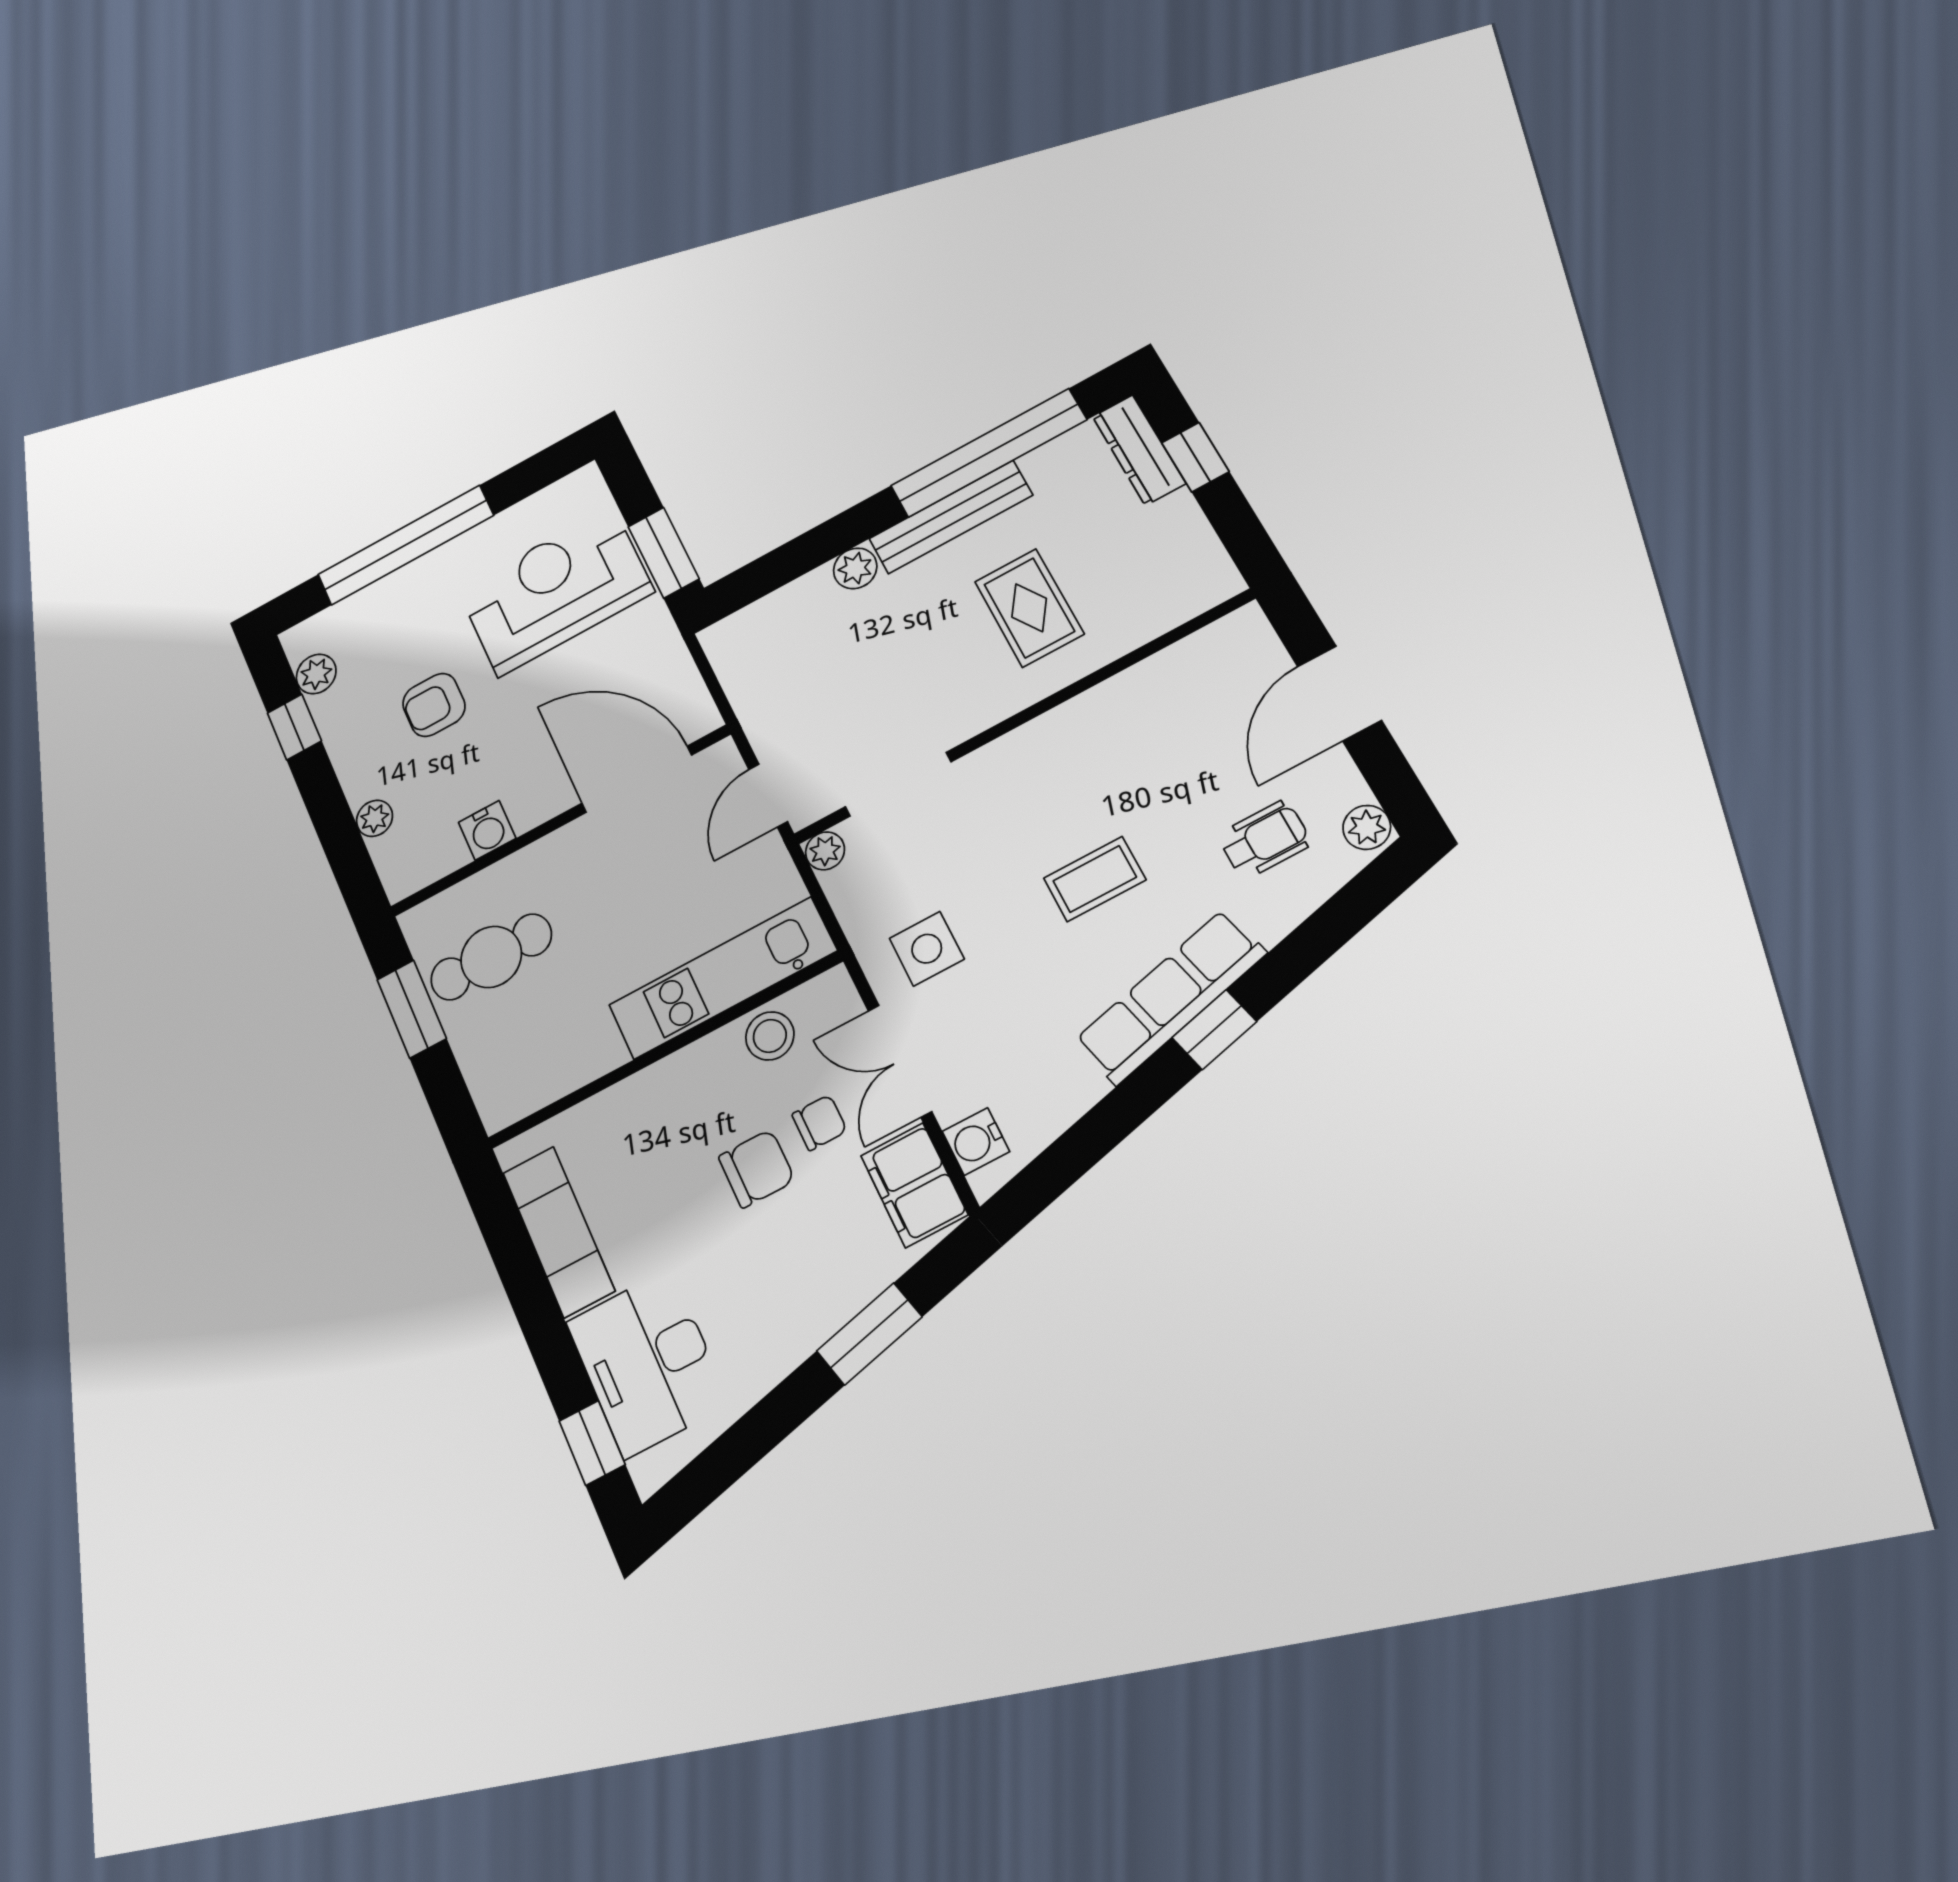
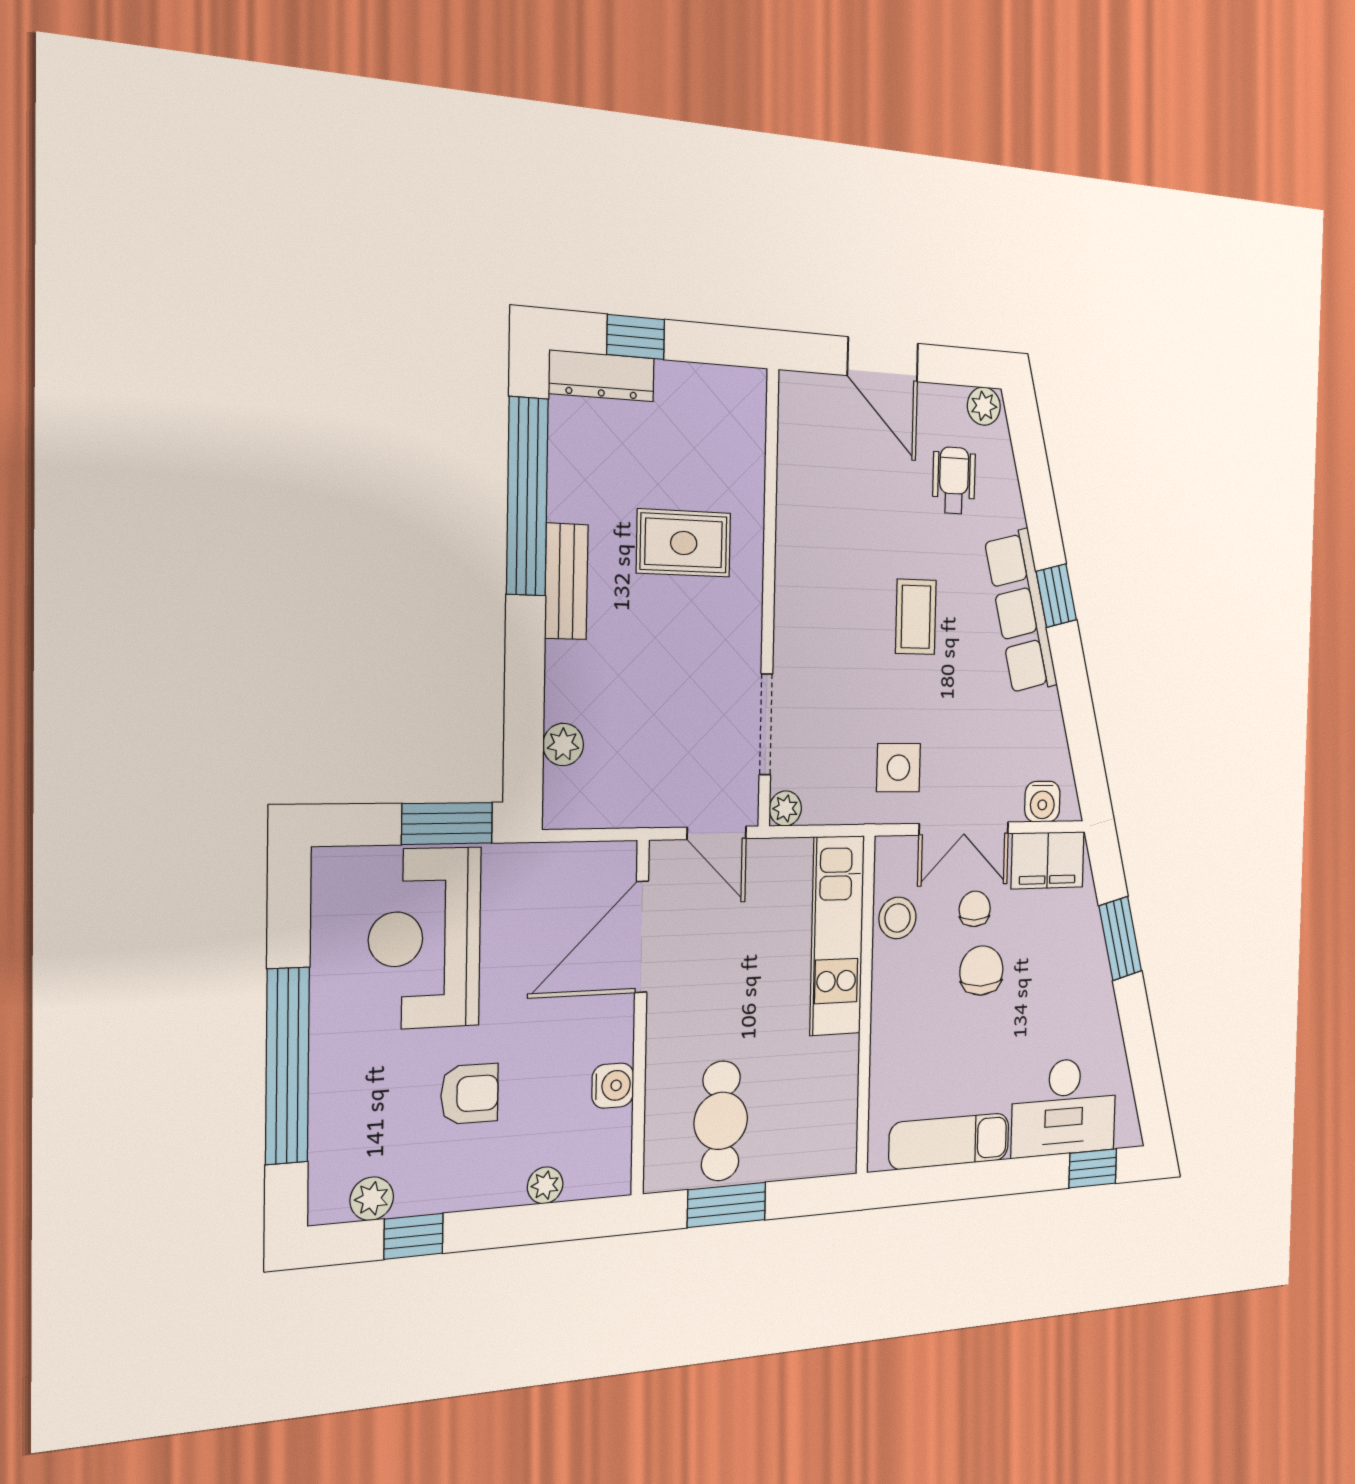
bench: (951, 517) -> (566, 581), width x0.73
plant: (855, 568) -> (563, 744), moved
armchair: (434, 705) -> (470, 1094), turned -90

